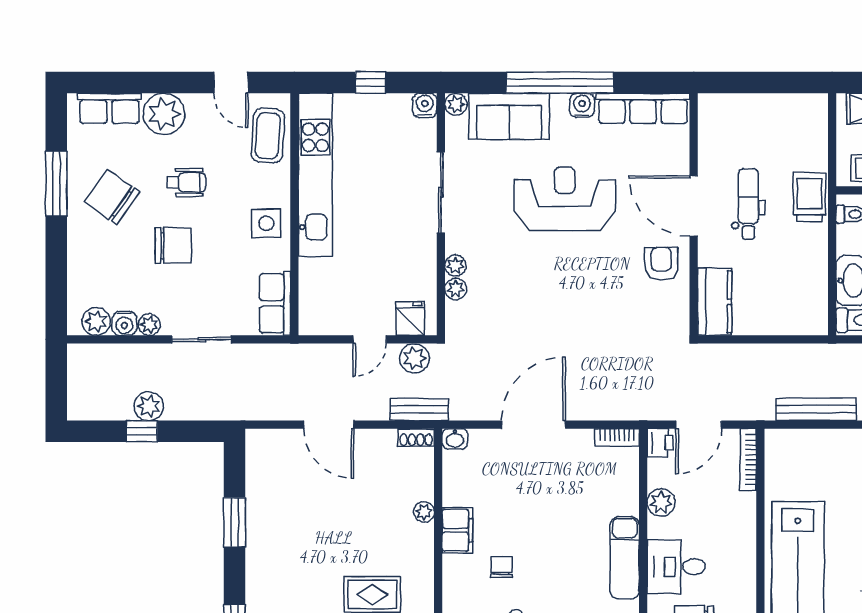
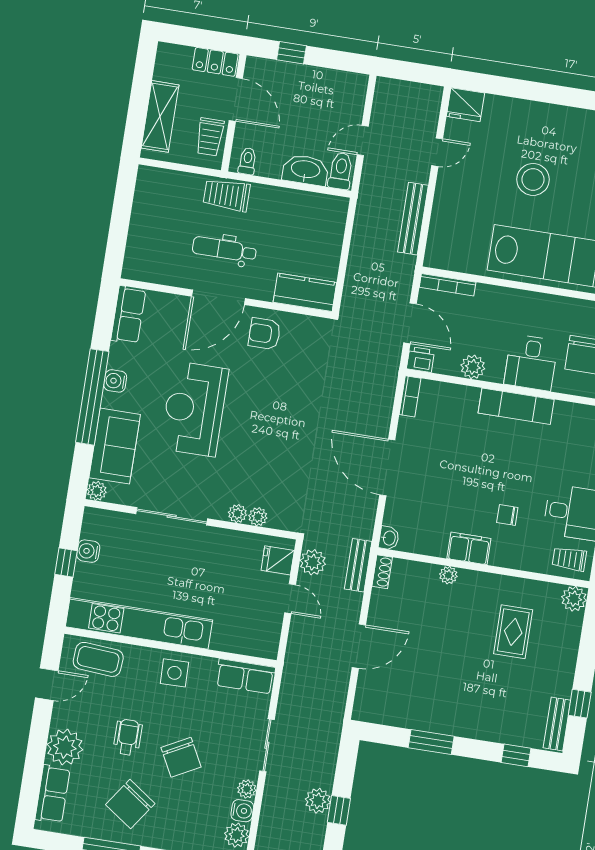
water cooler: (425, 105) -> (88, 551), moved
row of seats: (643, 108) -> (128, 315), width x0.68
chair: (173, 246) -> (181, 757), turned 152

